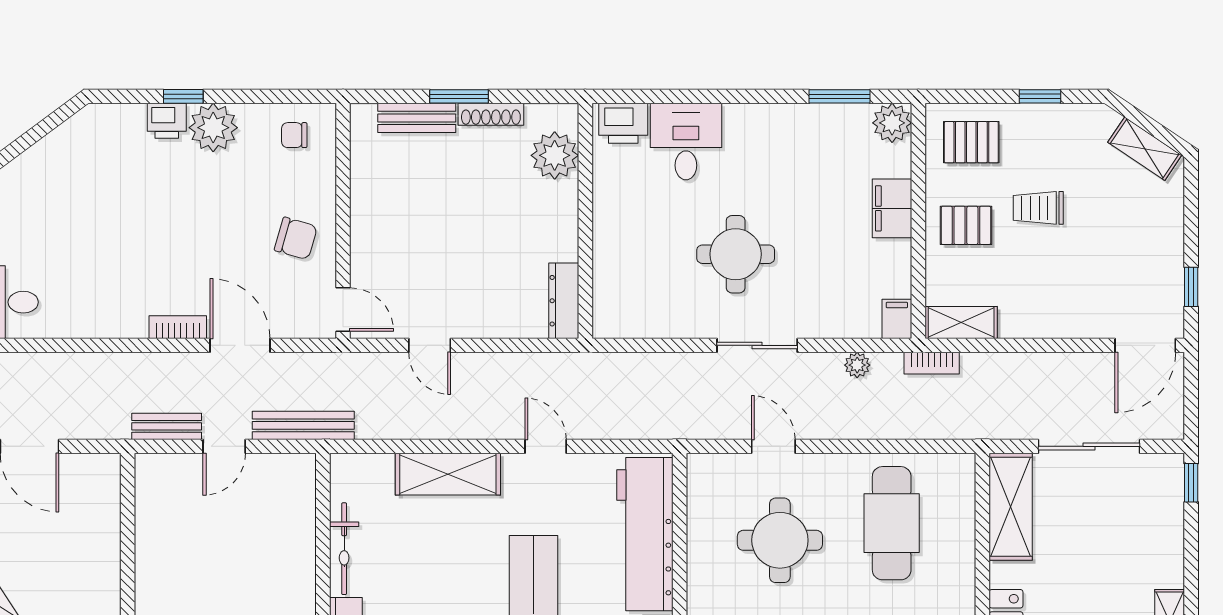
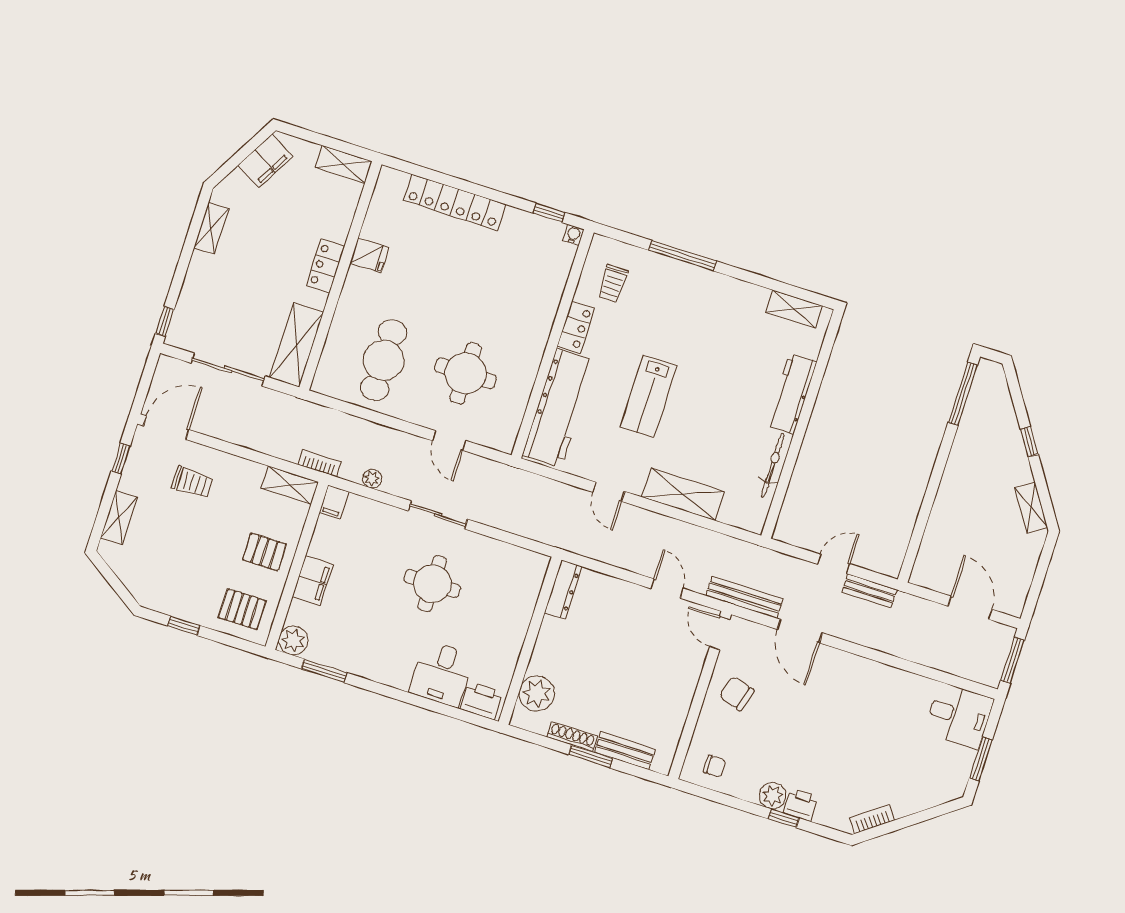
plant: (213, 128) -> (773, 796), width x0.73, depth x0.73
shelving: (1145, 149) -> (119, 518), moved, turned 56
trolley: (1038, 208) -> (192, 482), moved
bookcase: (178, 327) -> (872, 819), moved, turned 143
bench: (303, 425) -> (744, 597), moved

